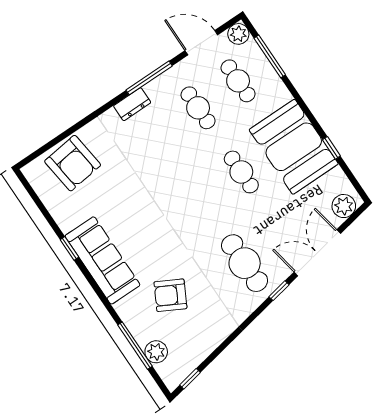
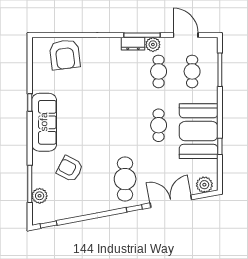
plant: (238, 34) -> (153, 45), moved
dresser: (132, 104) -> (133, 44), moved

